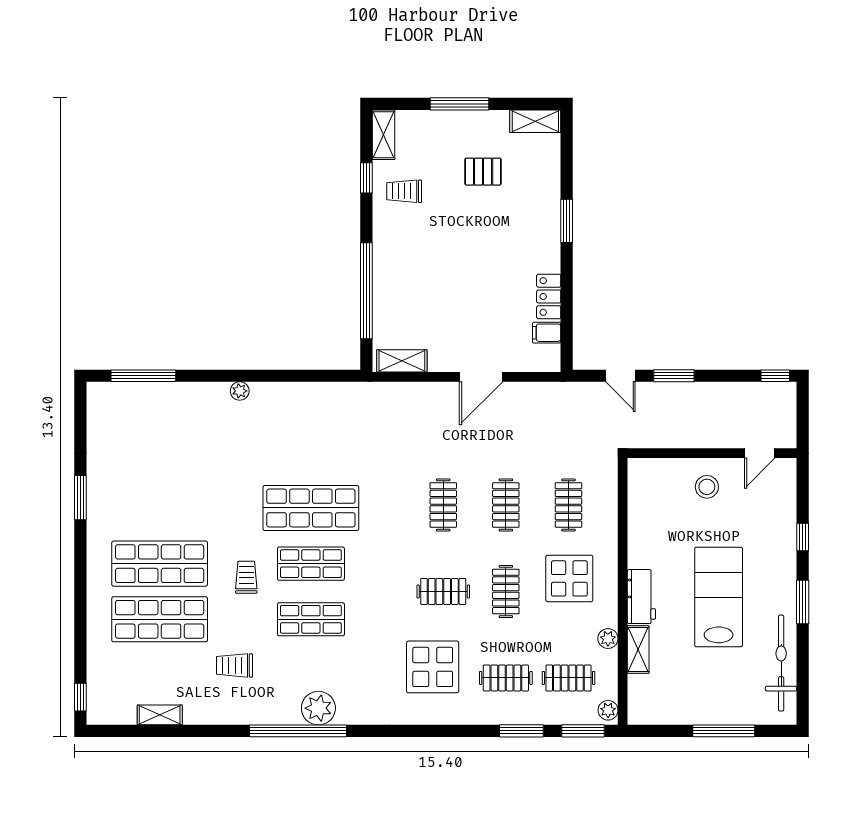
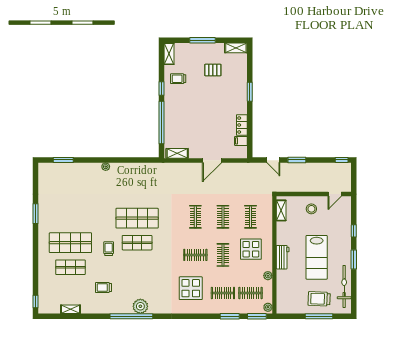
window: (366, 178) -> (162, 89), moved
window: (143, 376) -> (63, 160), width x0.69
lab bench: (719, 597) -> (317, 257), turned 180
shop shelf: (160, 619) -> (70, 267), width x0.70, depth x0.74
shop shelf: (311, 619) -> (137, 267), removed
shelving: (638, 650) -> (281, 210), moved
trolley: (724, 691) -> (319, 299), added

